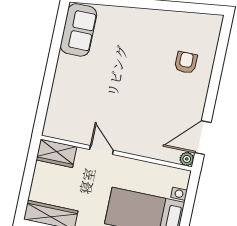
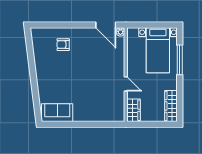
door: (101, 150) -> (126, 84), swing flipped

